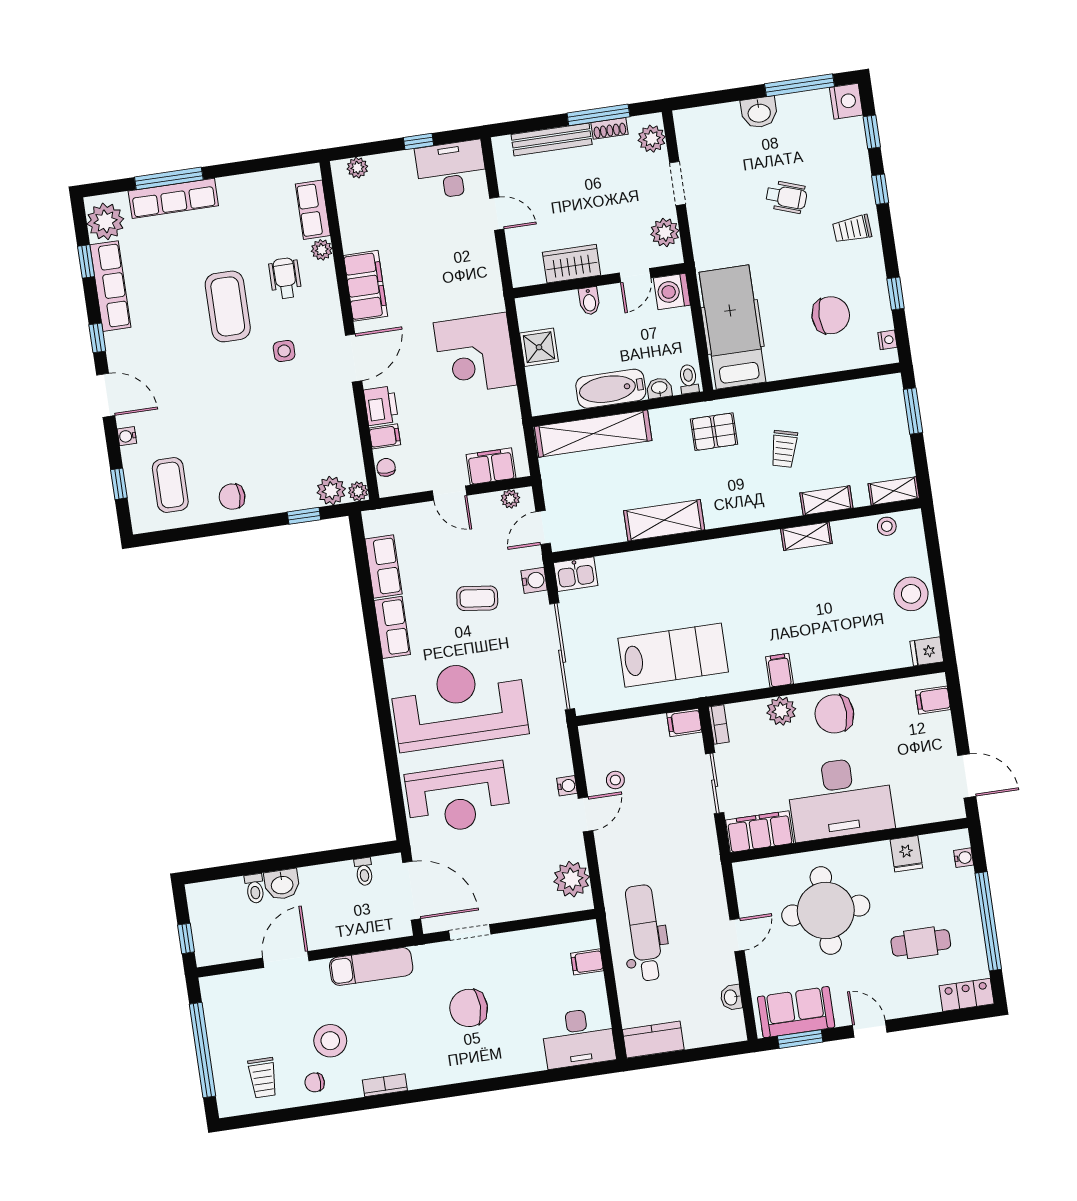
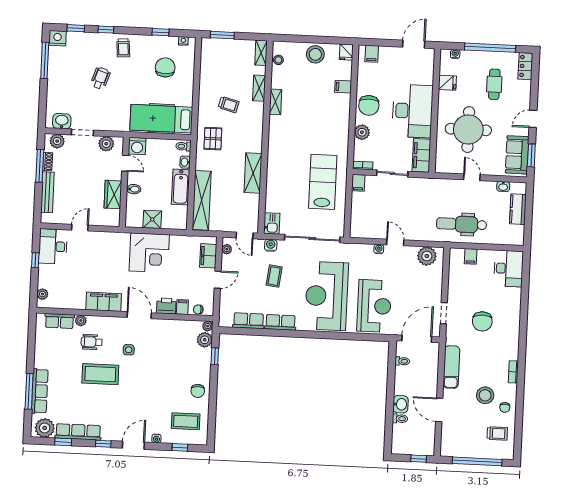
washbasin: (759, 112) -> (62, 121), moved, turned -90
filing cabinet: (779, 670) -> (343, 87), moved
stool: (615, 780) -> (381, 224), removed
kitchen counter: (653, 1040) -> (518, 209), moved

